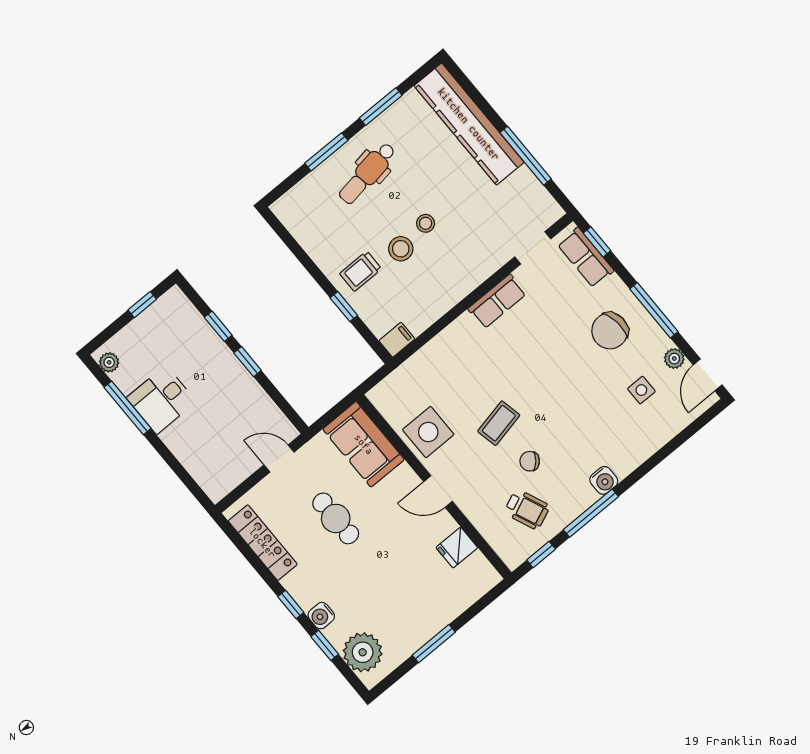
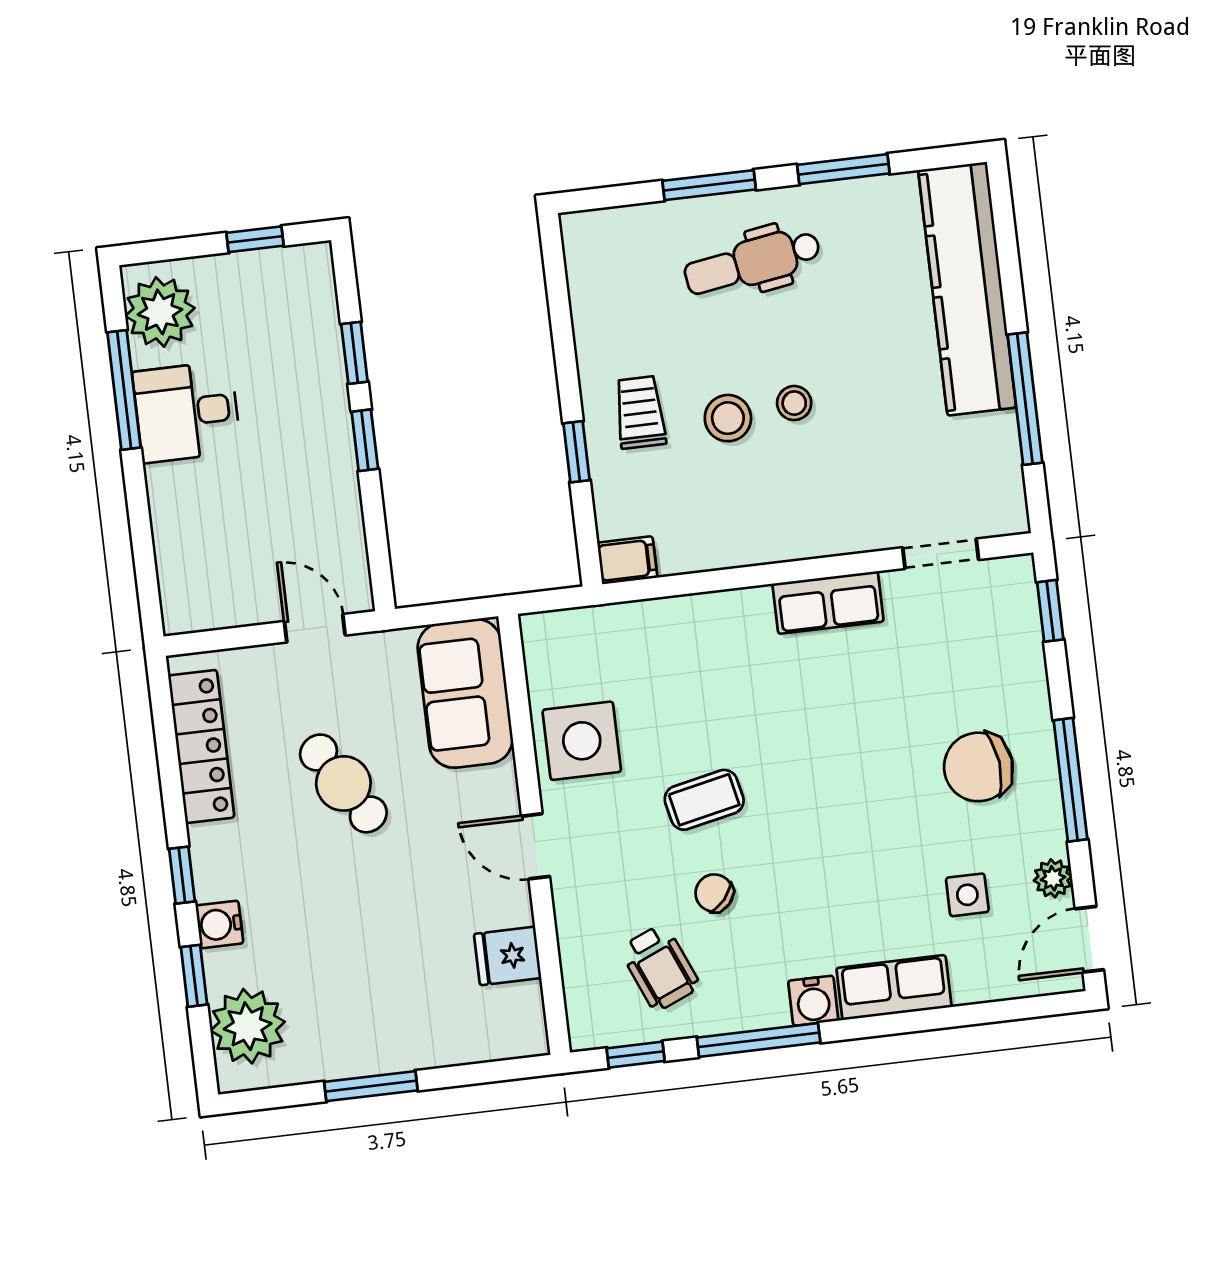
row of seats: (586, 258) -> (894, 987), moved, turned 90
trolley: (361, 271) -> (640, 412), turned 90
plant: (109, 362) -> (160, 312), width x1.88, depth x1.88
cafe table: (336, 518) -> (343, 783), turned -32

